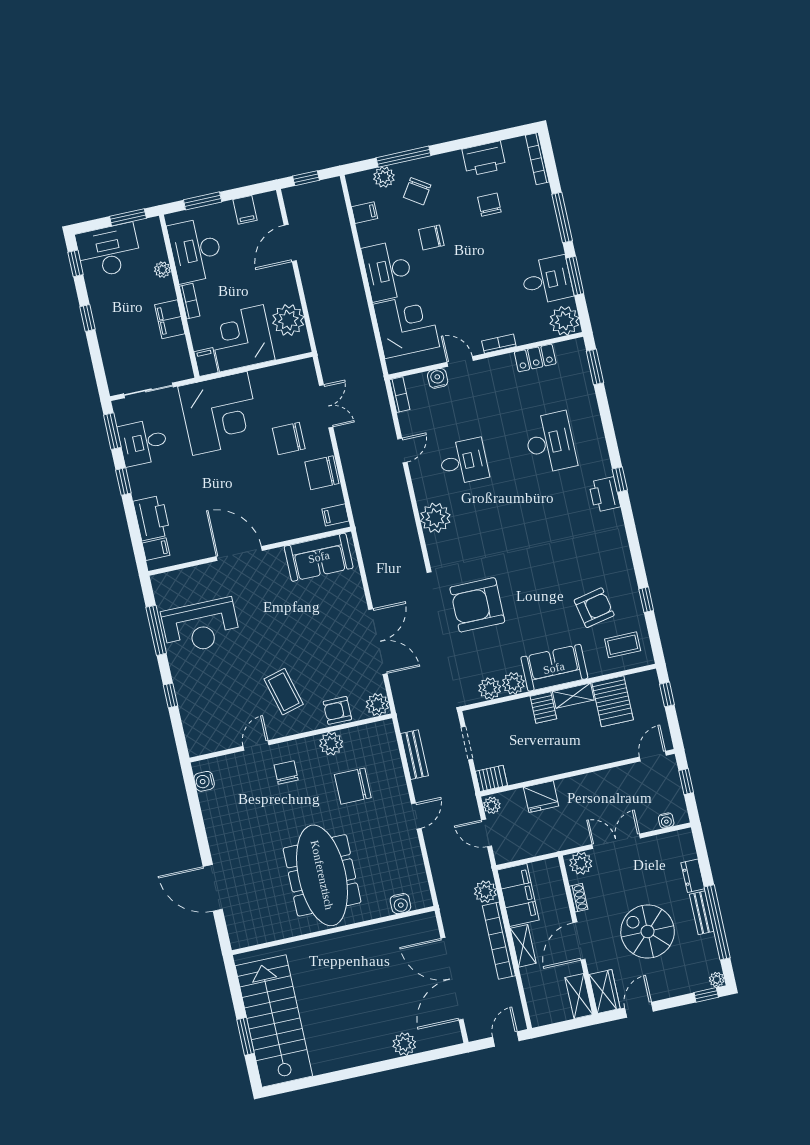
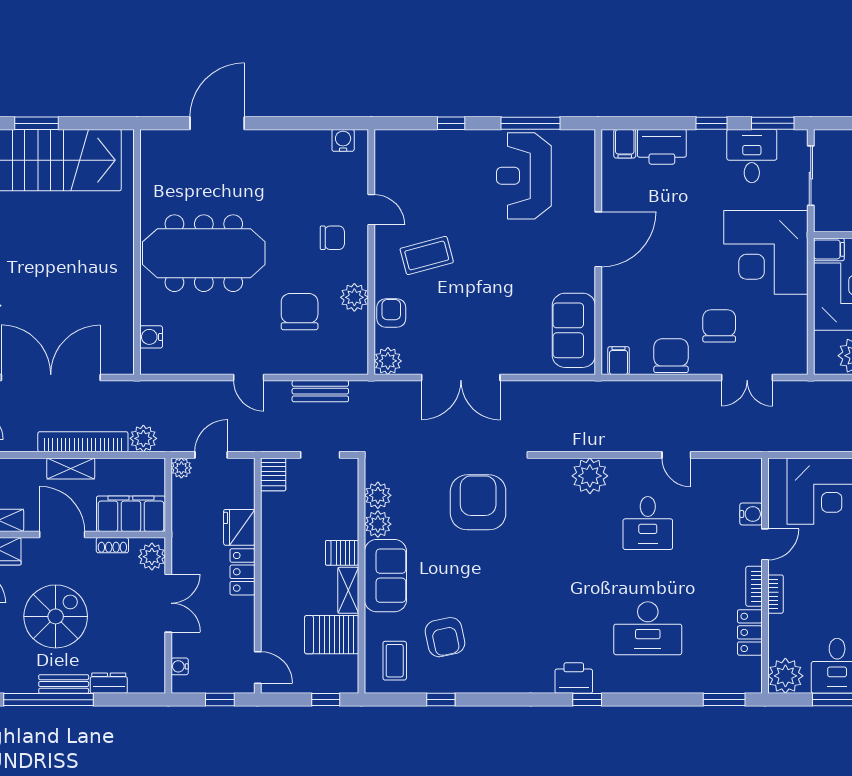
bookcase: (400, 395) -> (754, 586), moved, turned 90
locker: (577, 786) -> (242, 572), added
plant: (492, 805) -> (181, 468), moved
filing cabinet: (518, 895) -> (131, 514), moved, turned 180

